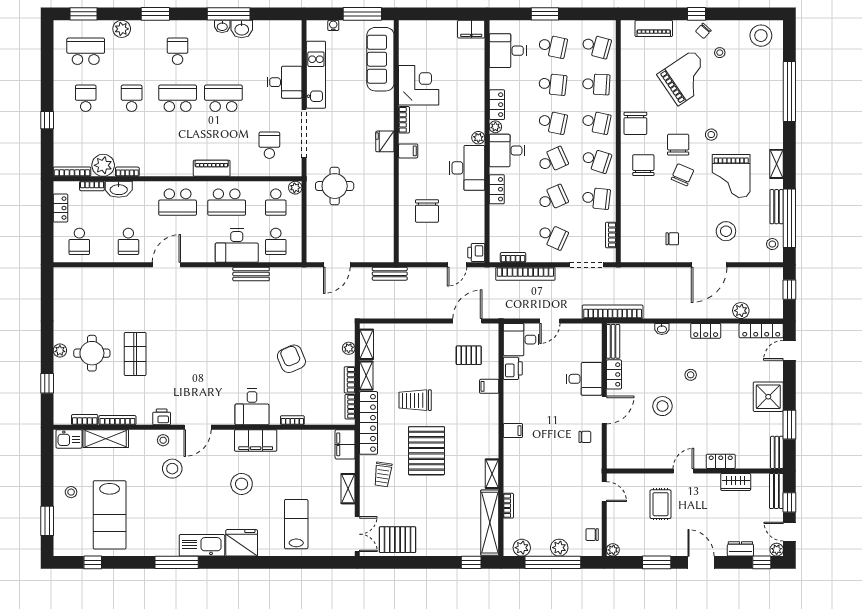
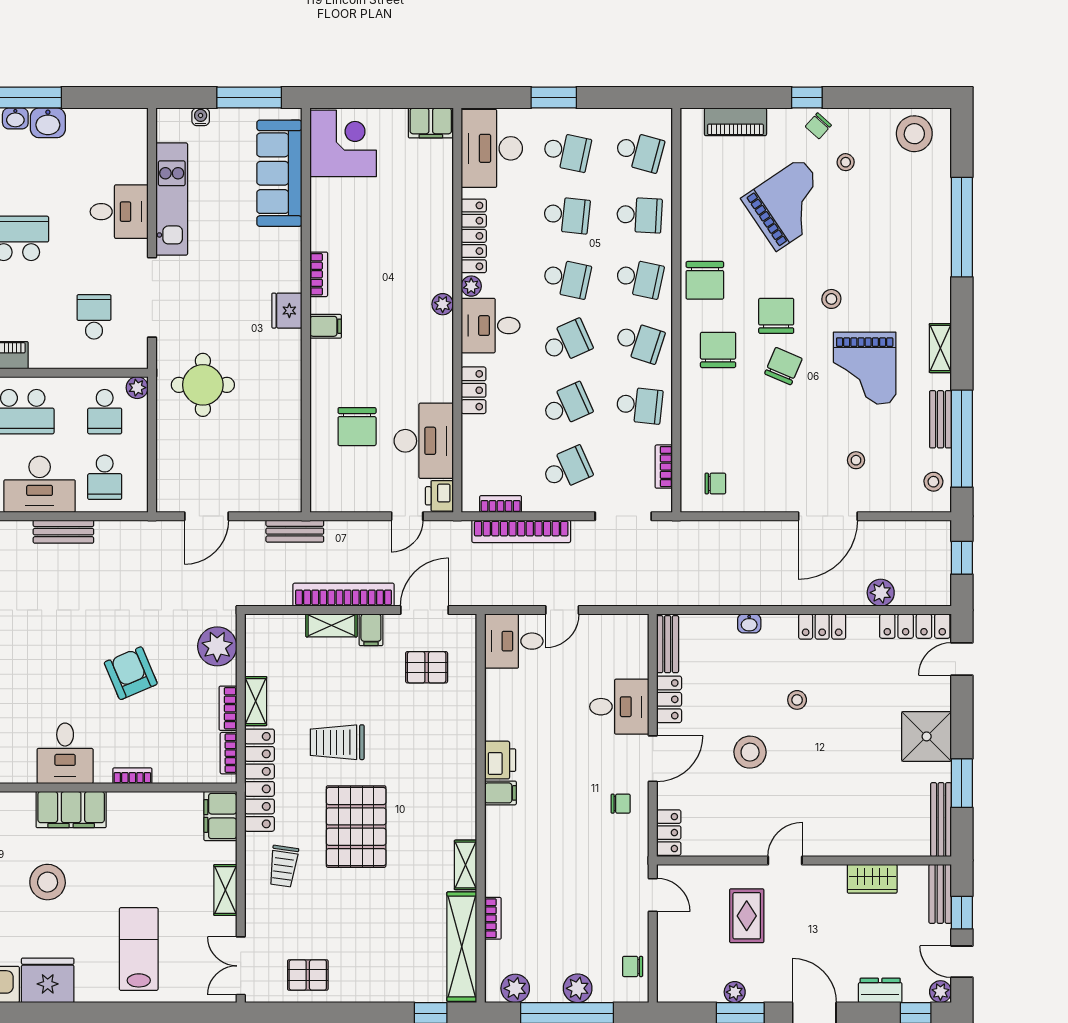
desk: (508, 51) -> (492, 148), width x1.37
corner desk: (419, 85) -> (343, 143), moved
locker: (497, 105) -> (474, 236), width x1.53
desk: (467, 168) -> (424, 441), moved
stool: (726, 231) -> (856, 460), width x0.53, depth x0.53
school desk: (553, 236) -> (567, 469), turned -48
chair: (672, 239) -> (715, 484), moved
bookcase: (613, 312) -> (344, 595), moved
shelving: (366, 344) -> (331, 625), moved, turned 90
plant: (349, 348) -> (217, 646), width x1.88, depth x1.88
printer: (513, 368) -> (500, 760), moved
filing cabinet: (489, 386) -> (371, 630), moved, turned -90
bench: (777, 452) -> (941, 820), width x1.36
locker: (721, 461) -> (669, 833), moved, turned 90
double door: (357, 534) -> (241, 966), swing flipped
pallet: (397, 540) -> (308, 975), width x0.67, depth x0.71
plant: (613, 550) -> (735, 992), moved

